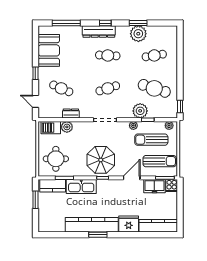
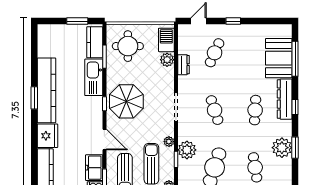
booth: (49, 50) -> (279, 58), moved, turned 90

